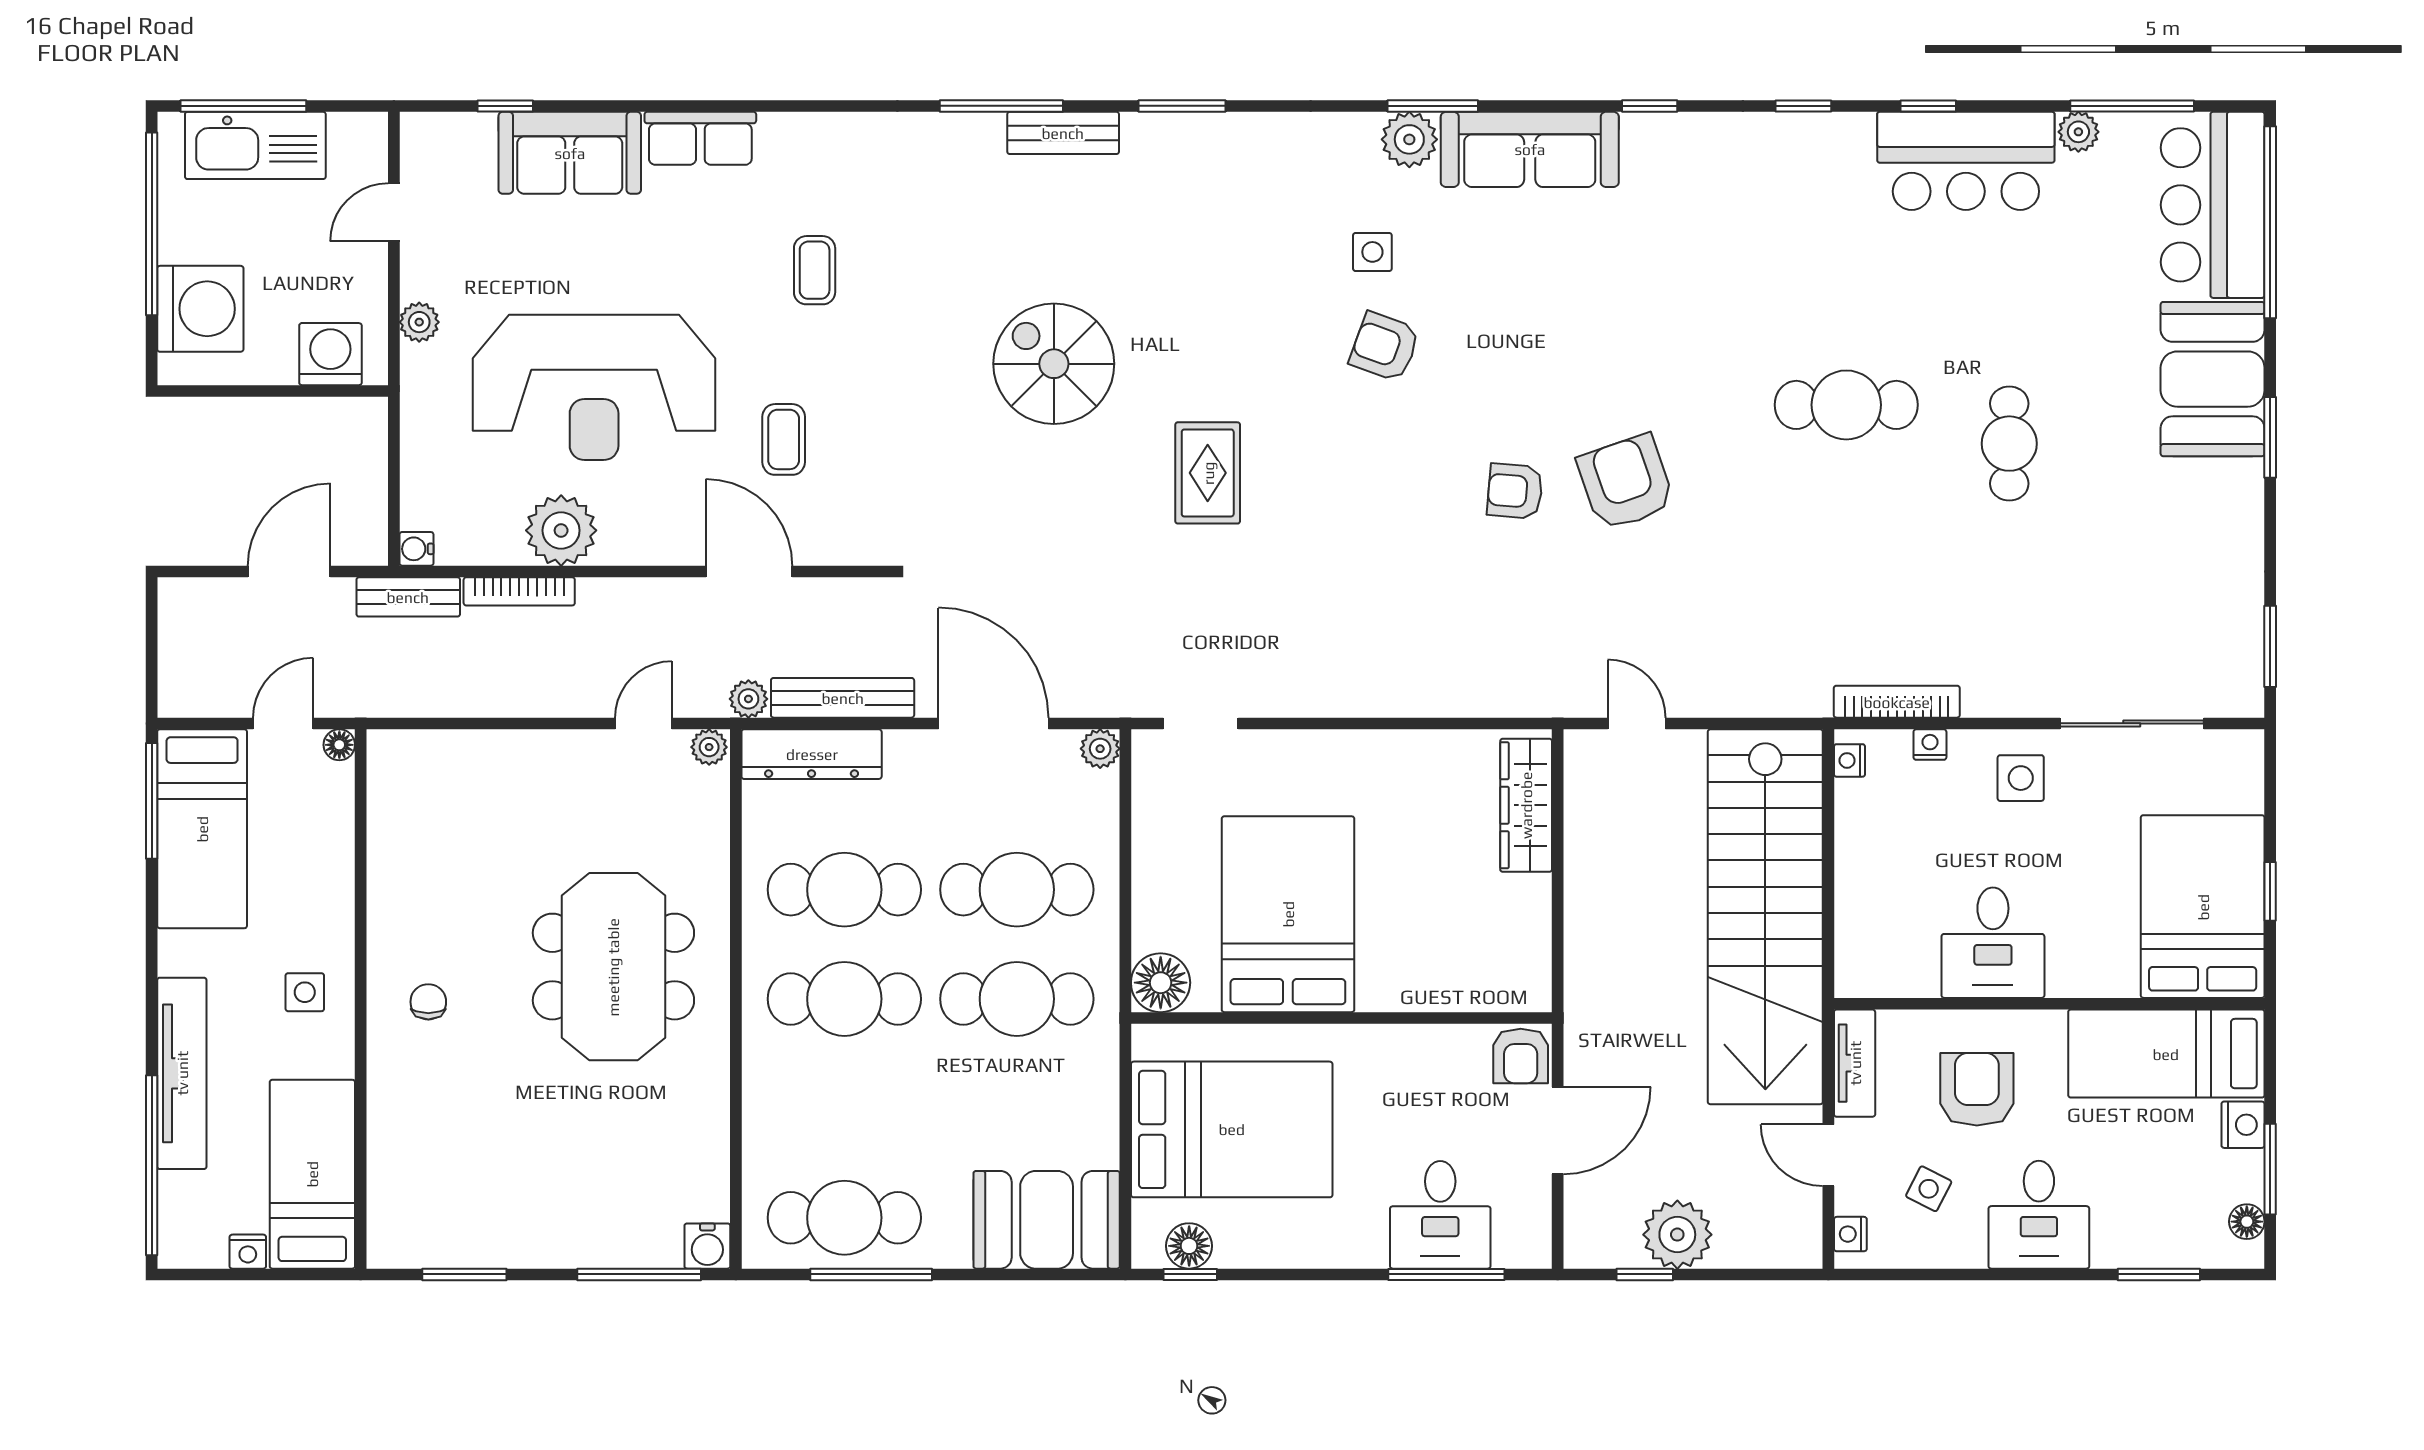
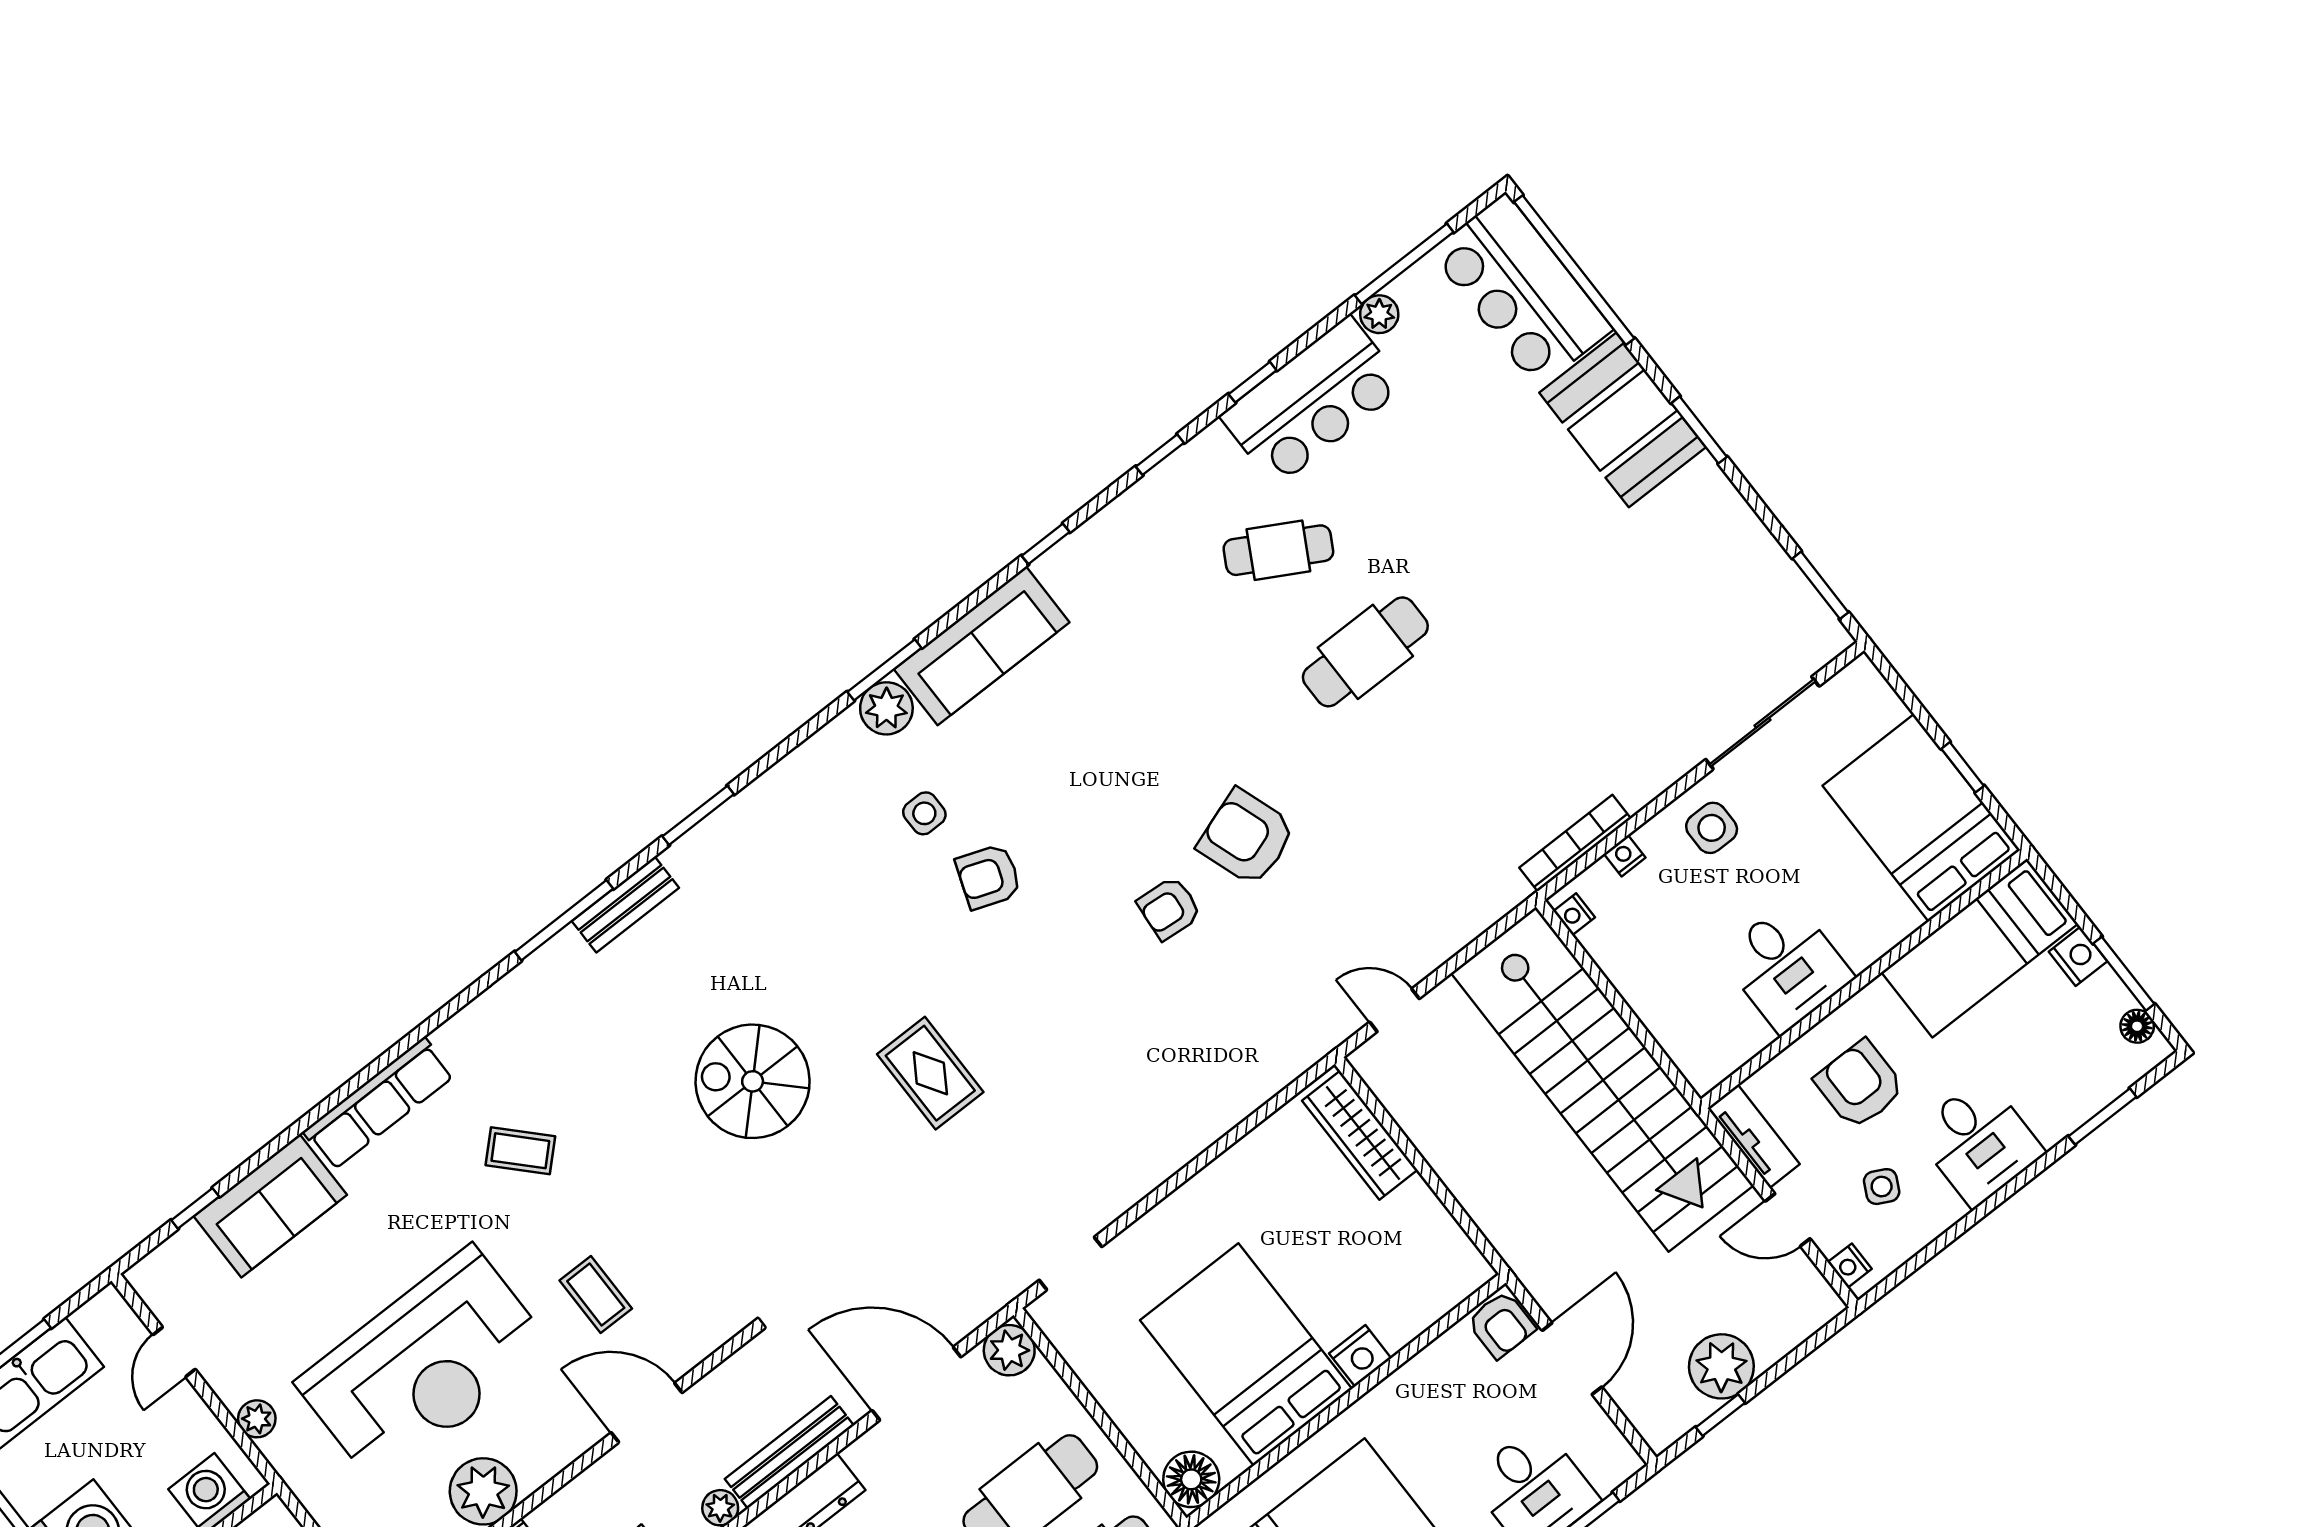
row of seats: (700, 138) -> (379, 1104), width x1.48
coffee table: (815, 270) -> (520, 1151), turned -44
cafe table: (2009, 444) -> (1278, 550), moved, turned -61
plant: (1100, 749) -> (1009, 1350), width x1.38, depth x1.38
nightstand: (1382, 990) -> (1360, 1356), added

